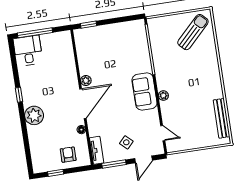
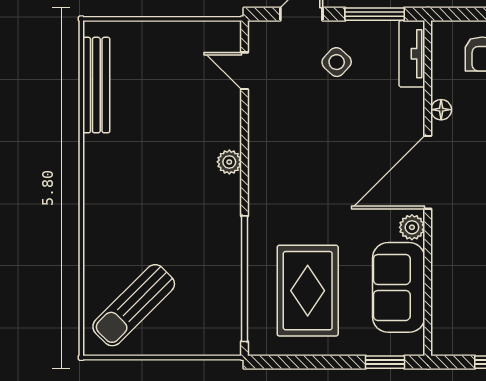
rug: (124, 49) -> (308, 291), added
sofa: (144, 91) -> (399, 287), moved, turned 180

